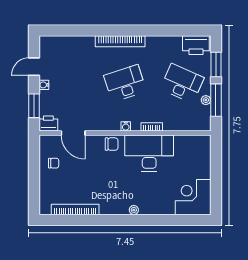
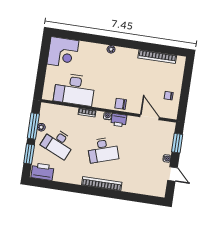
door: (34, 67) -> (172, 174), hinge flipped
printer: (48, 123) -> (119, 120), moved
desk: (149, 153) -> (74, 90), moved

